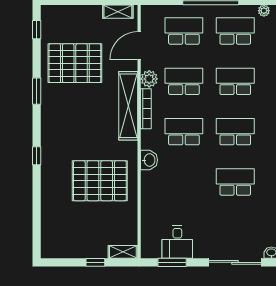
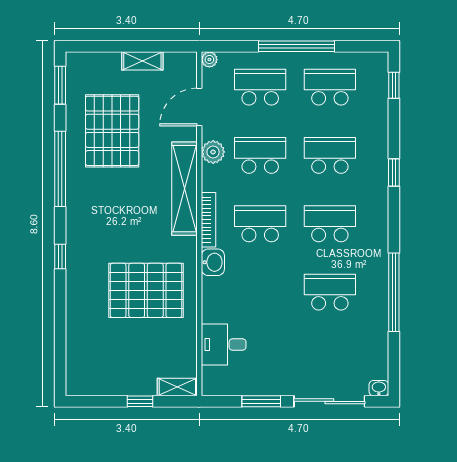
plant: (264, 11) -> (209, 60), moved
shelving: (118, 12) -> (142, 61), moved
window: (37, 30) -> (60, 85), width x1.50
pallet: (75, 63) -> (112, 131), turned 90
window: (37, 91) -> (60, 169), width x2.11
bookcase: (146, 109) -> (209, 220), moved
desk: (177, 242) -> (224, 345), moved, turned 90
window: (172, 262) -> (261, 401), moved

